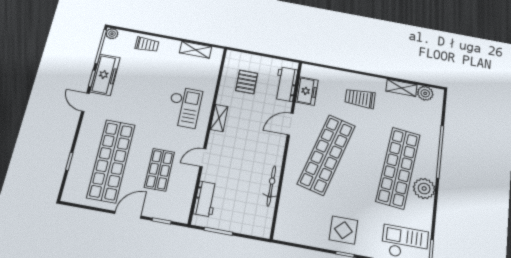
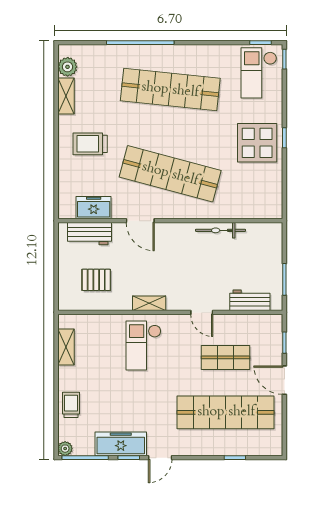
trolley: (360, 98) -> (90, 144), turned 90
checkout: (184, 107) -> (144, 345), turned -90
plant: (424, 189) -> (190, 57), removed
display table: (343, 230) -> (257, 143), width x1.36, depth x1.36

